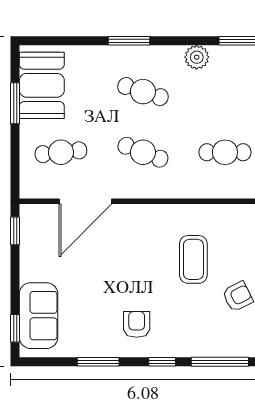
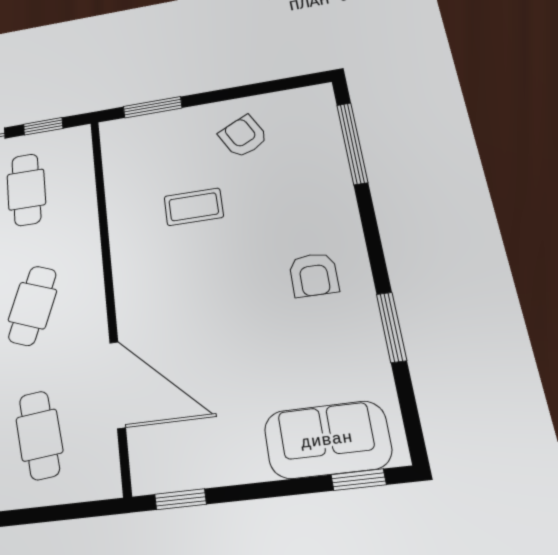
coffee table: (193, 259) -> (194, 207), width x0.73, depth x0.77
armchair: (137, 324) -> (314, 275), turned -90
window: (162, 362) -> (370, 227), removed

